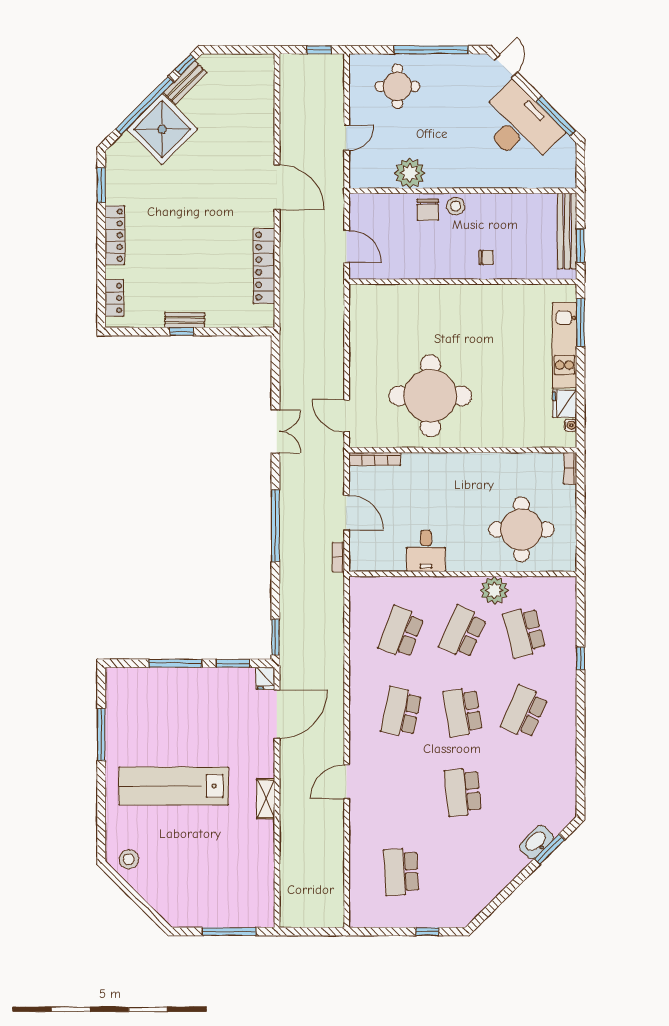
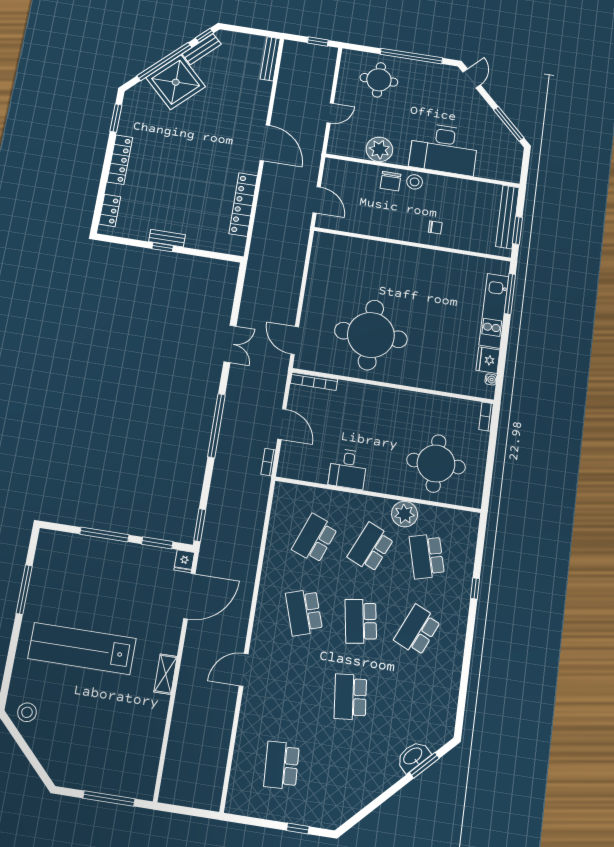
bench: (267, 81) -> (270, 59), added
desk: (519, 125) -> (444, 149), moved, turned 135
school desk: (401, 712) -> (304, 612), turned -30

